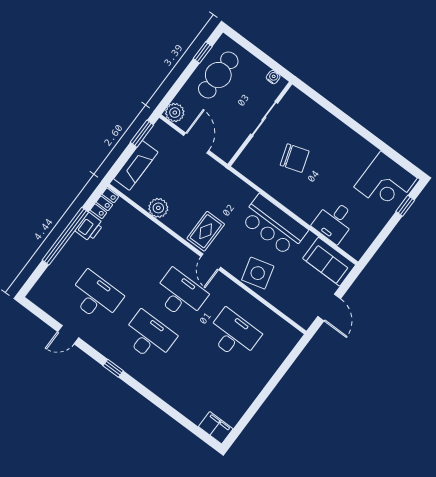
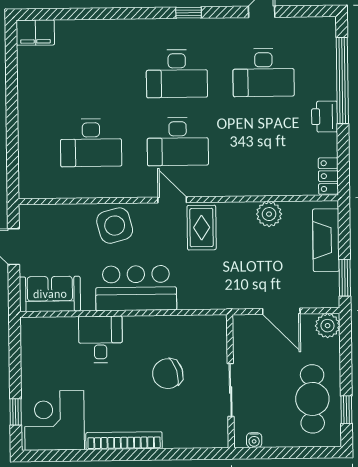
bookcase: (353, 138) -> (124, 441), added
desk: (334, 221) -> (100, 339), moved
printer: (89, 227) -> (325, 117), moved
window: (65, 236) -> (342, 81), moved

